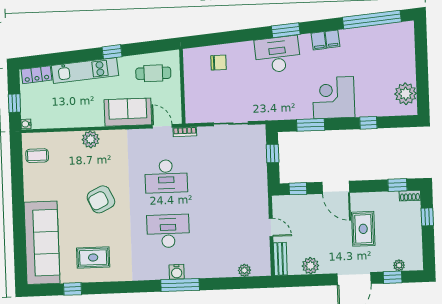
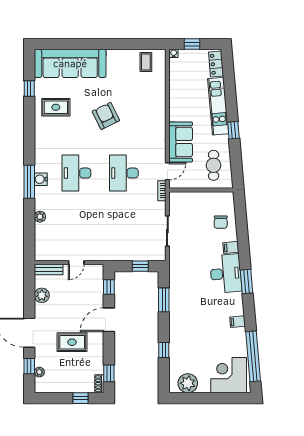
filing cabinet: (319, 41) -> (231, 247), moved
corner desk: (334, 98) -> (229, 375), moved, turned -90
plant: (91, 139) -> (158, 109), removed
desk: (168, 231) -> (76, 173), turned 180
rug: (93, 257) -> (56, 107), turned 90
plant: (244, 270) -> (40, 217), moved

